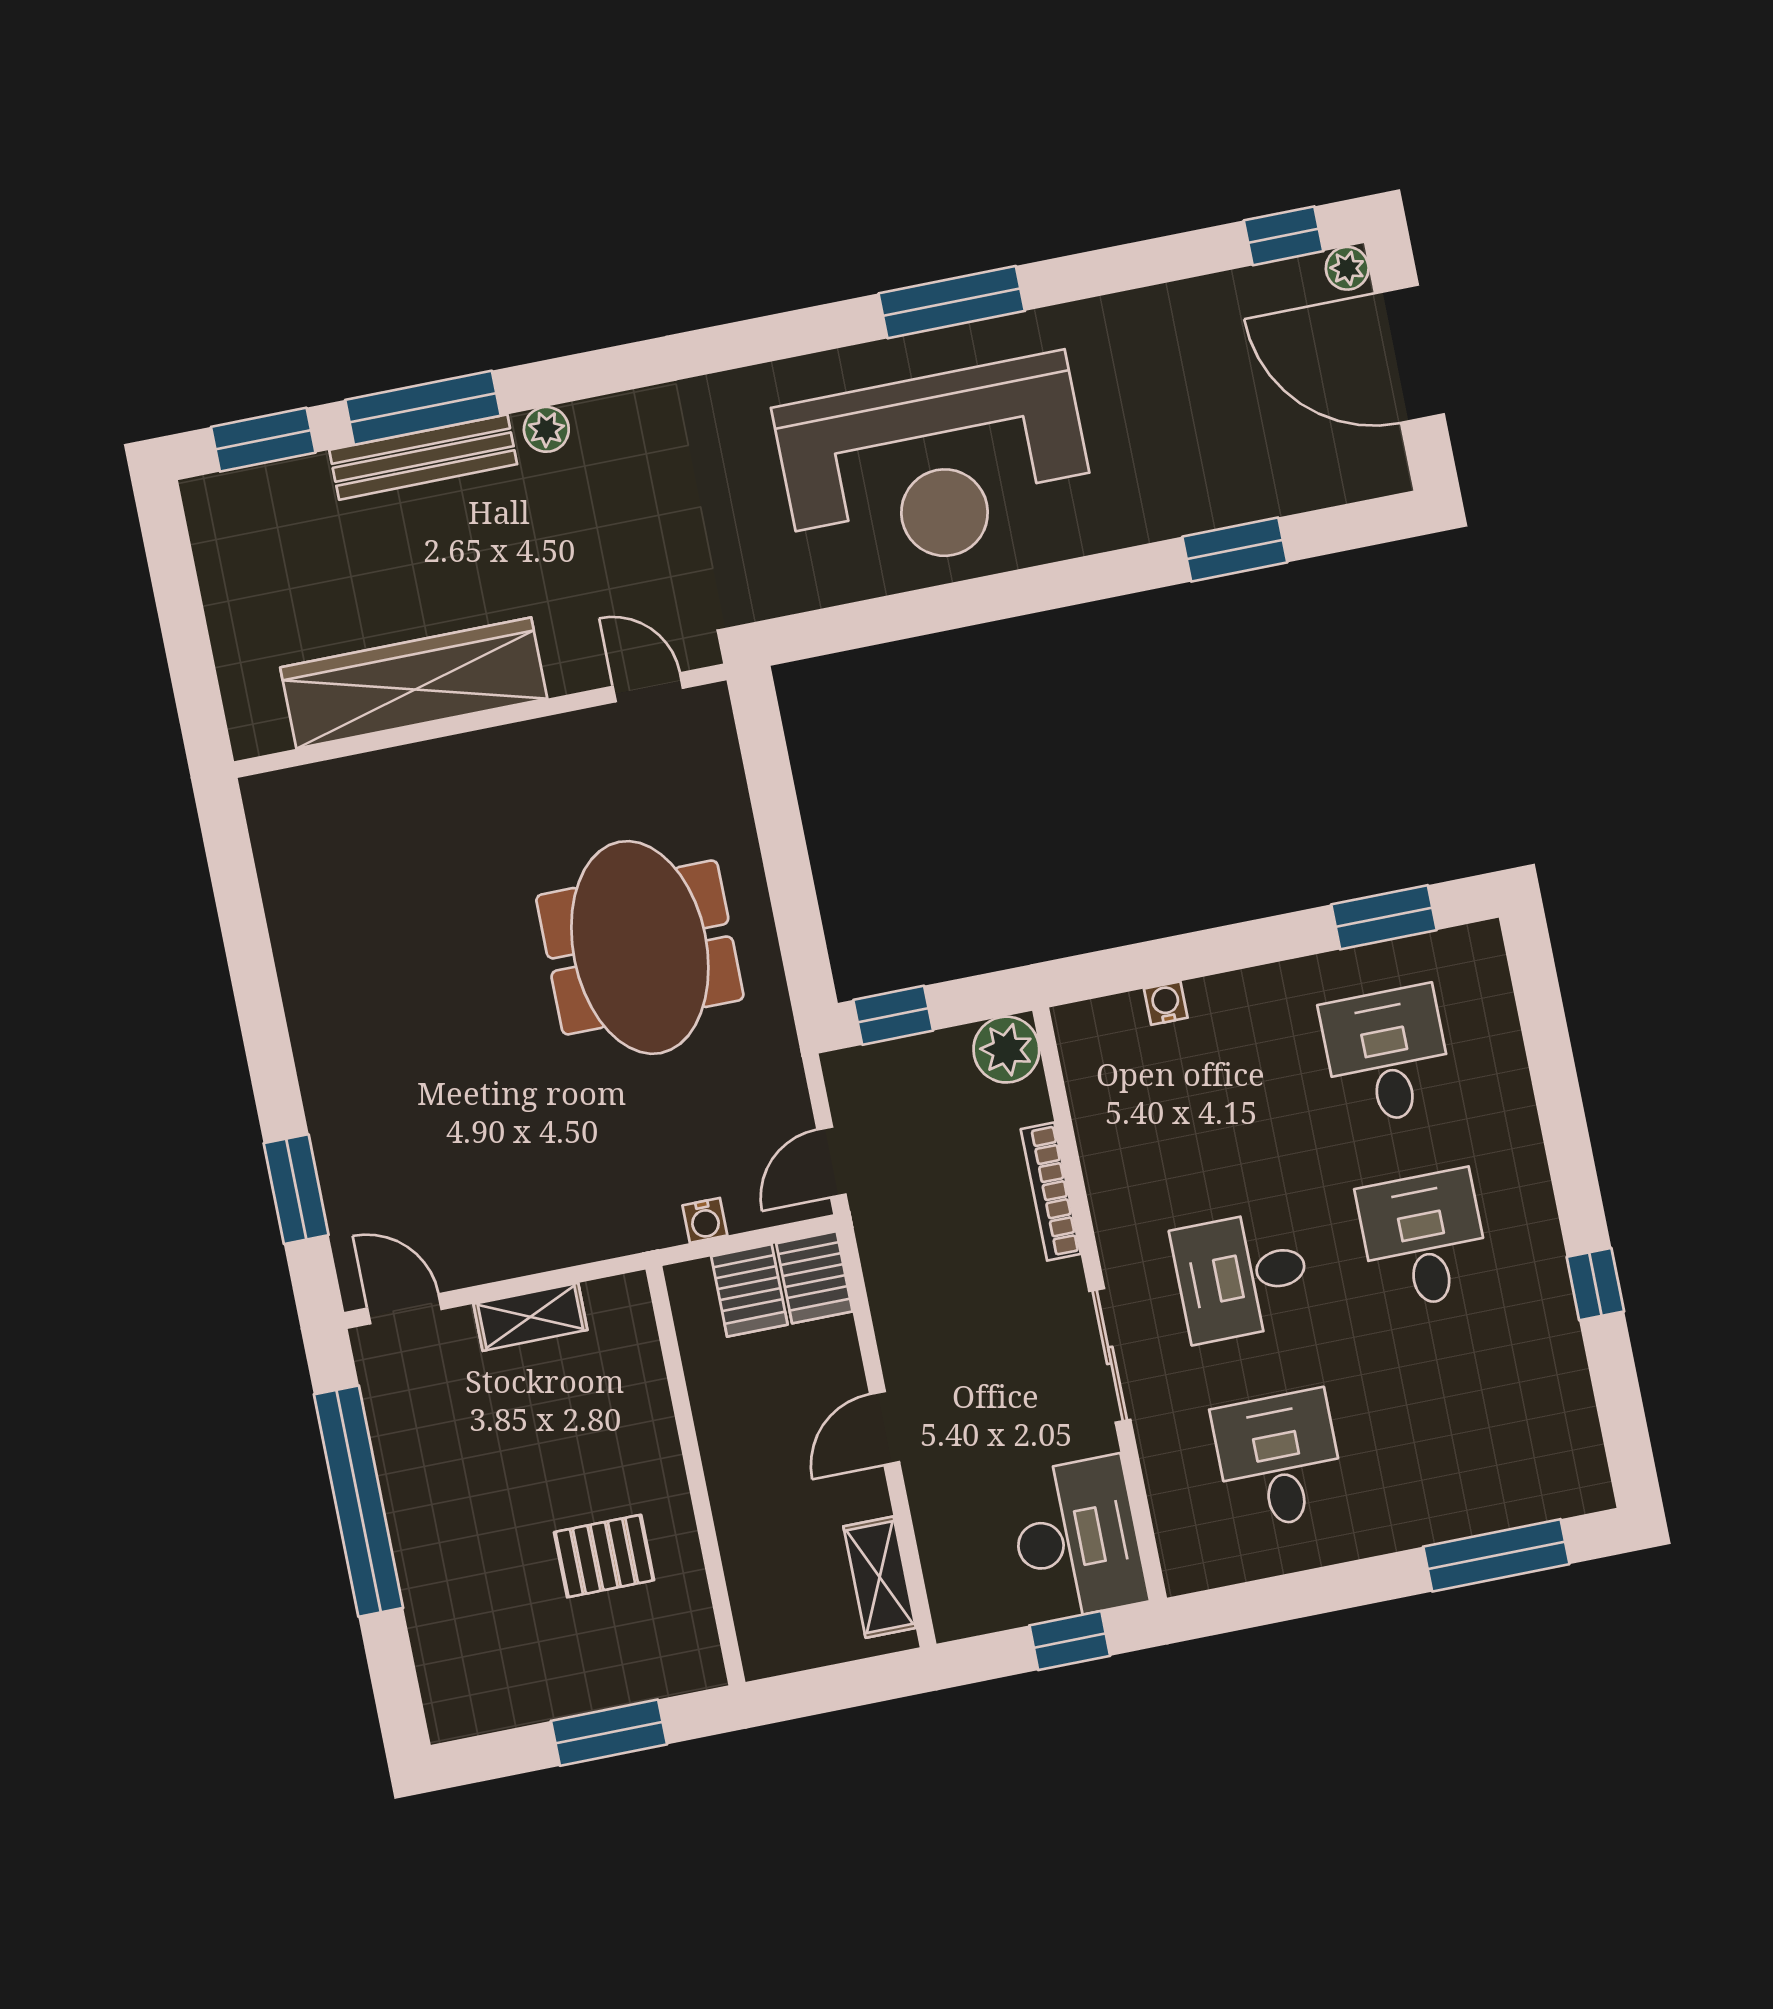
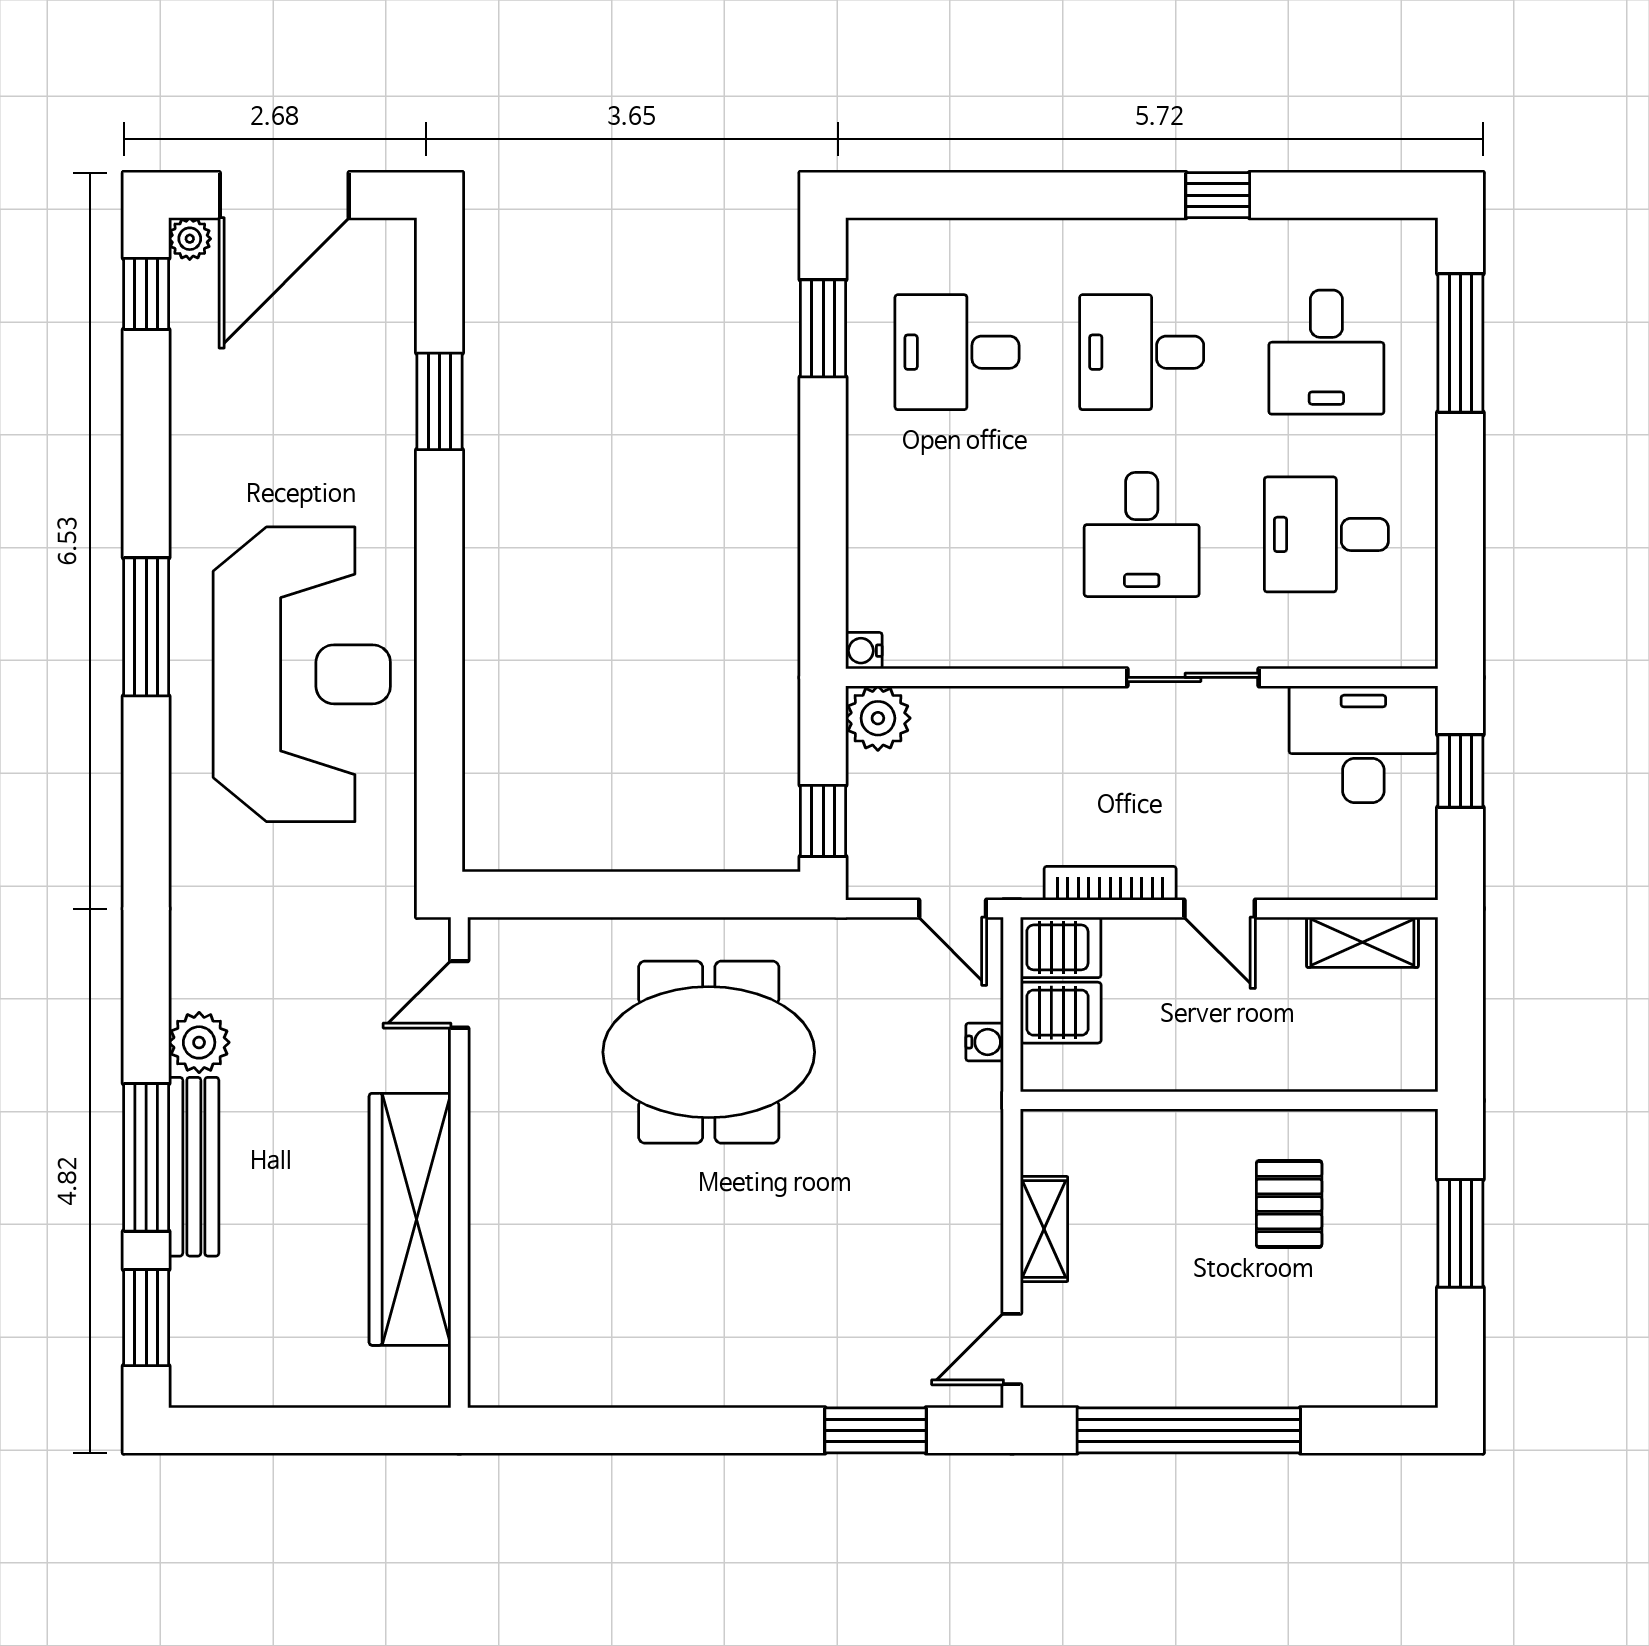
plant: (546, 429) -> (199, 1042), width x1.38, depth x1.38
water cooler: (1166, 1003) -> (864, 651), moved
bookcase: (1051, 1192) -> (1110, 883), moved, turned 180
desk: (1460, 1424) -> (1326, 352), added

